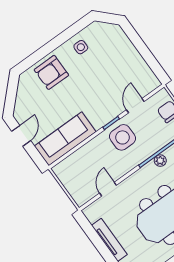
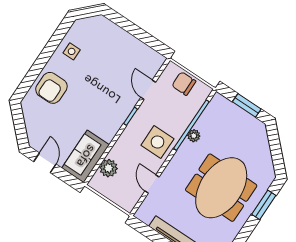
side table: (122, 137) -> (157, 142), moved
sofa: (65, 139) -> (86, 156), width x0.73
plant: (75, 161) -> (109, 168), added

